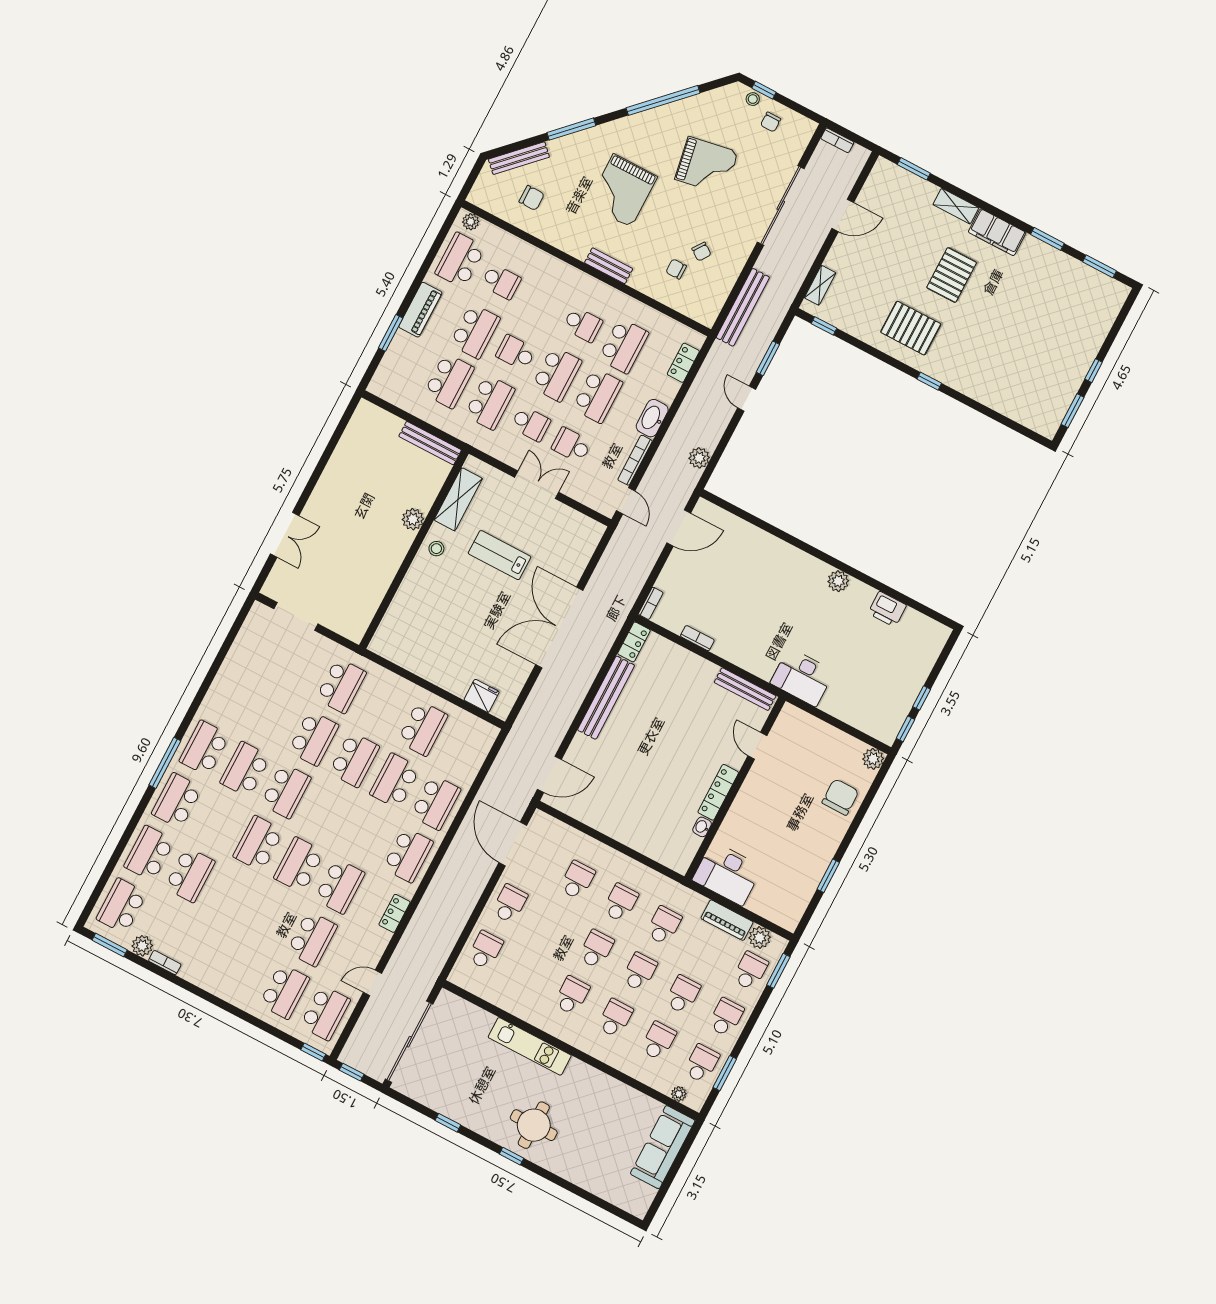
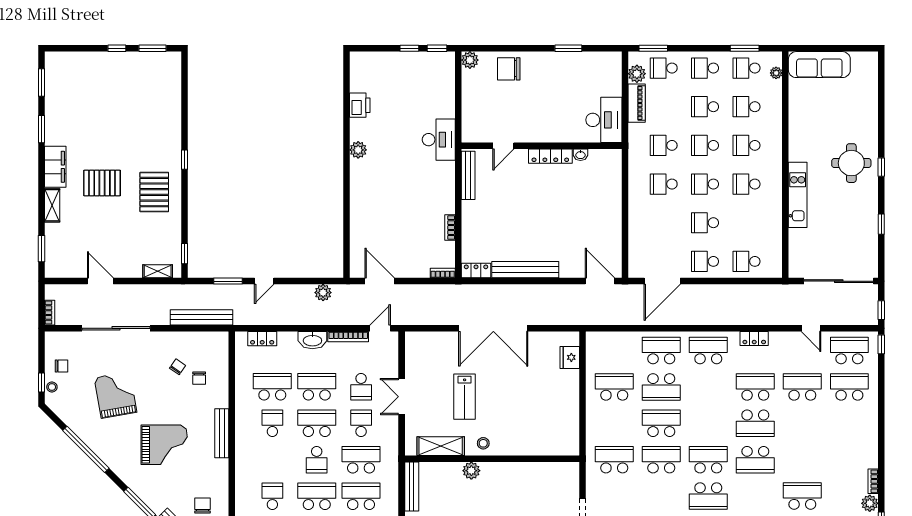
bench: (609, 266) -> (222, 433), width x1.36
school desk: (577, 880) -> (705, 223), moved

